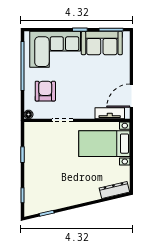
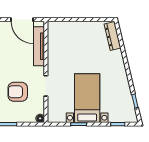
armchair: (45, 91) -> (18, 92), moved
tv unit: (110, 113) -> (39, 46), width x1.41
bed with nightstands: (104, 144) -> (87, 98), moved, turned 180

